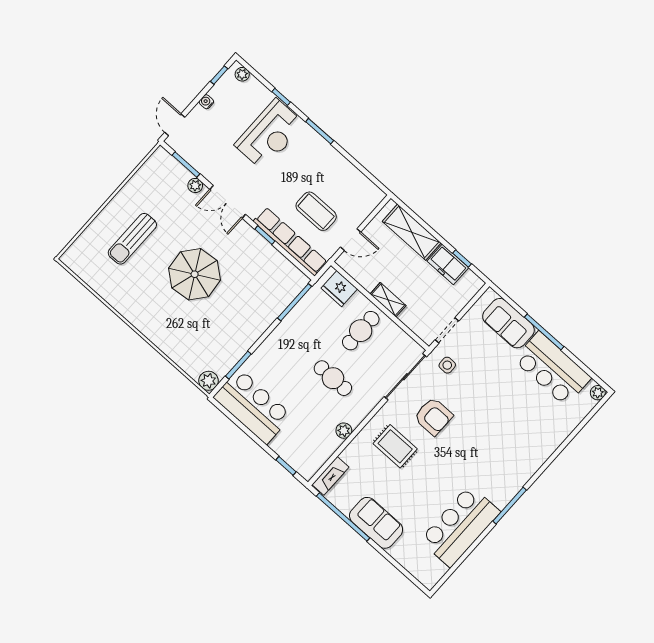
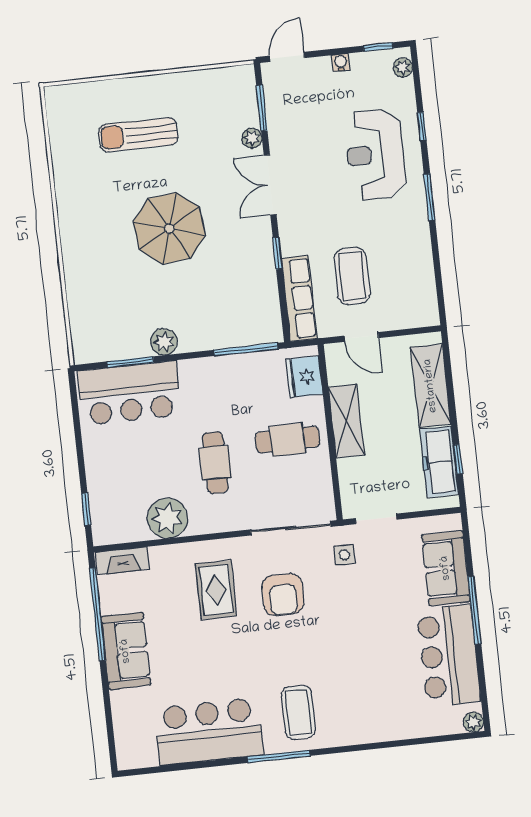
reception desk: (270, 134) -> (375, 154), turned 90
row of seats: (290, 242) -> (299, 298), width x0.73
freezer: (448, 264) -> (439, 462), width x1.40
shelving: (388, 300) -> (346, 421), width x1.50, depth x1.33
plant: (208, 381) -> (164, 342), moved
bar counter: (253, 406) -> (129, 393), moved, turned 90
plant: (344, 431) -> (168, 518), width x1.88, depth x1.88
coffee table: (499, 472) -> (298, 712), added

